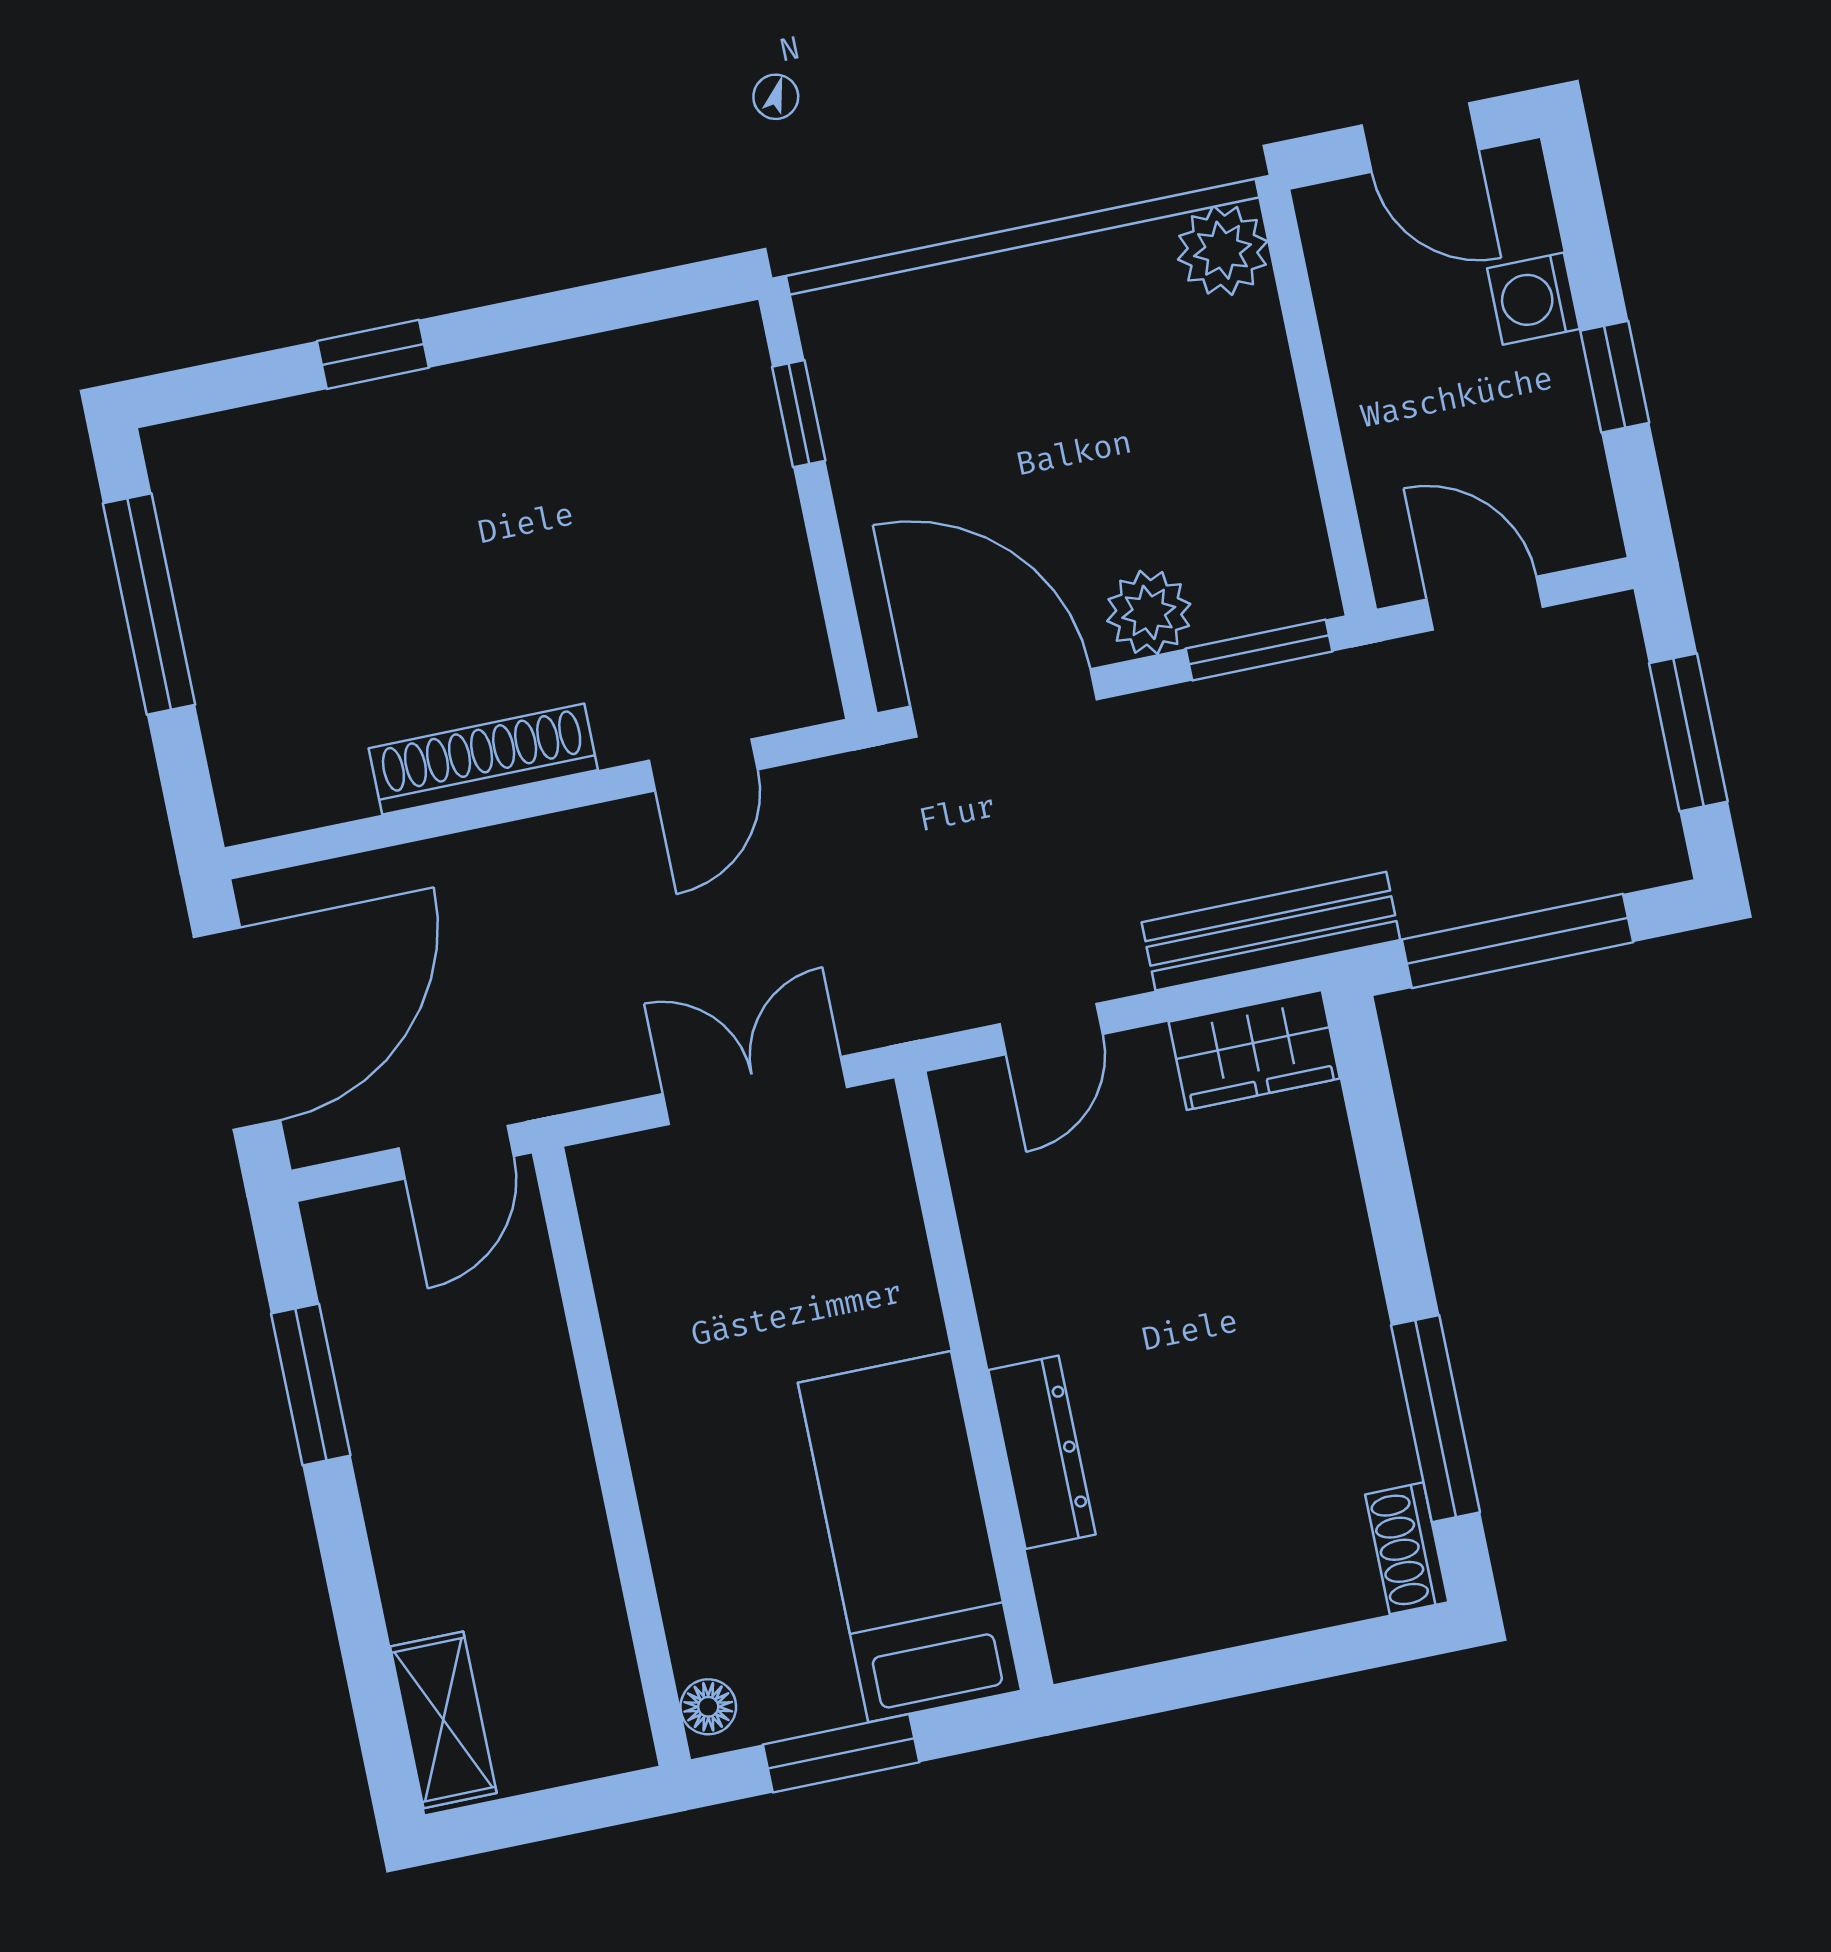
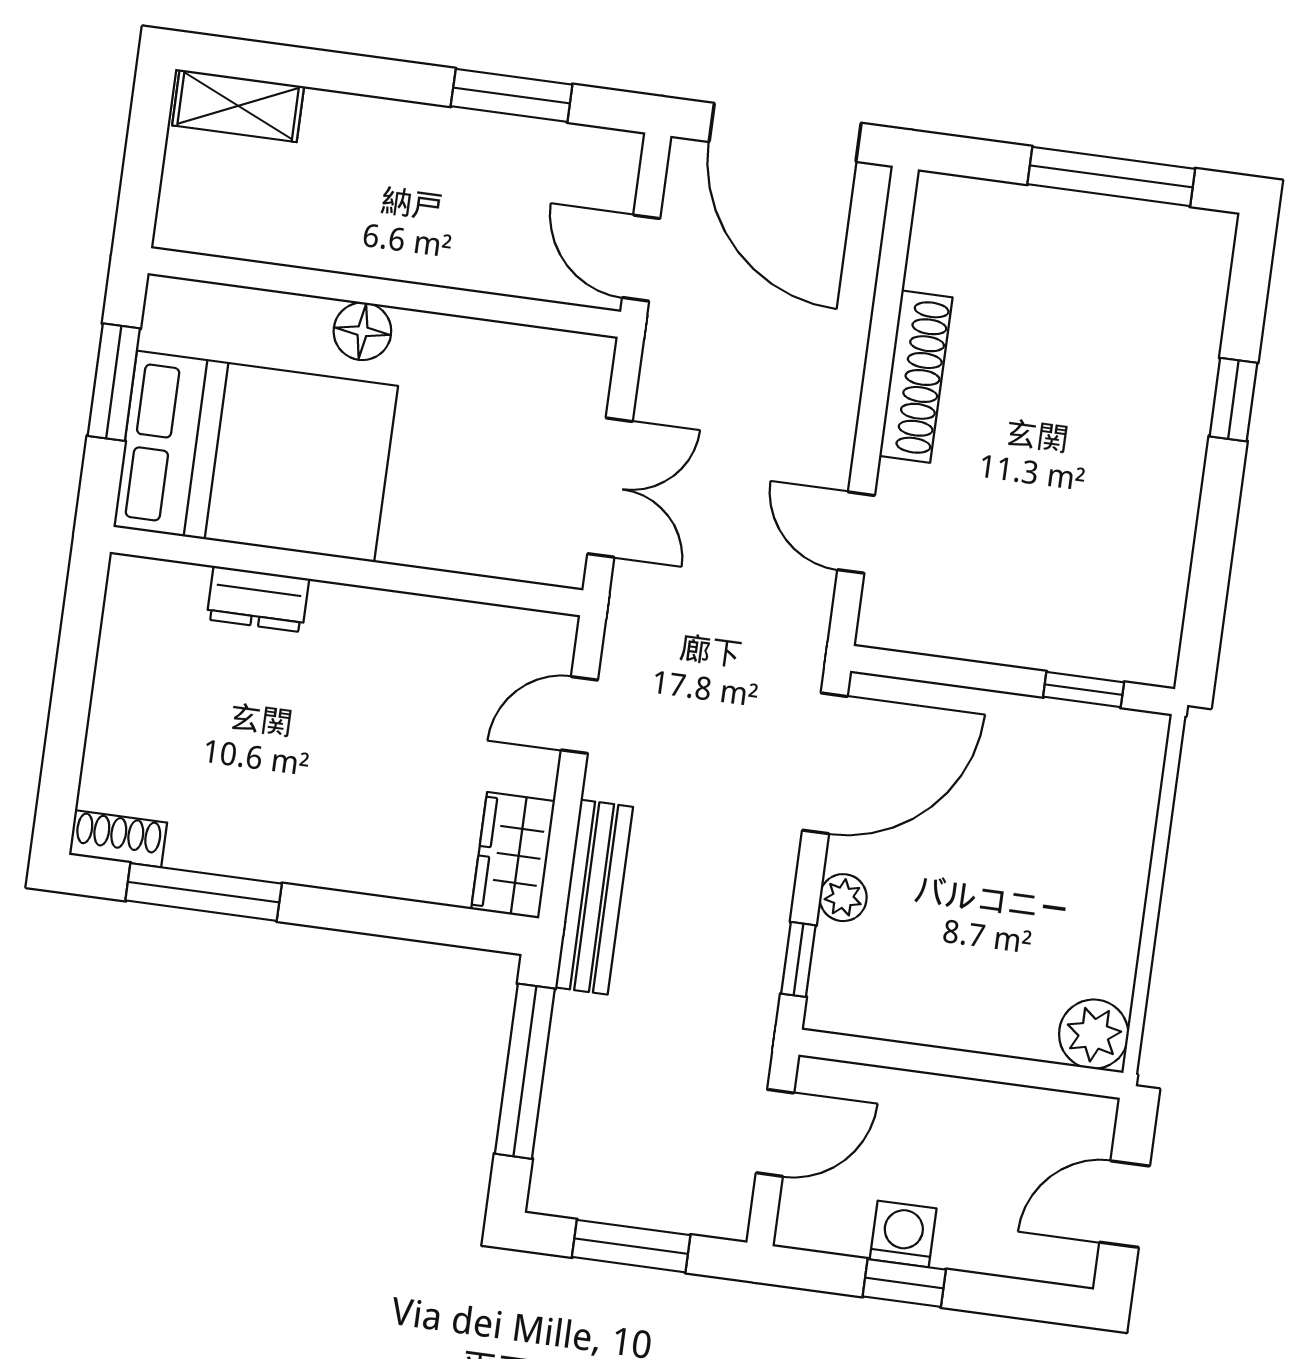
washing machine: (1533, 299) -> (903, 1234), moved
plant: (1149, 612) -> (843, 898), width x0.73, depth x0.73
window: (1259, 650) -> (798, 959), width x0.67
door: (1051, 1029) -> (579, 715), hinge flipped
dresser: (1042, 1452) -> (258, 599), width x0.70
bed: (910, 1537) -> (256, 456), width x1.50
floor lamp: (708, 1707) -> (362, 331), moved, width x1.37, depth x1.37

